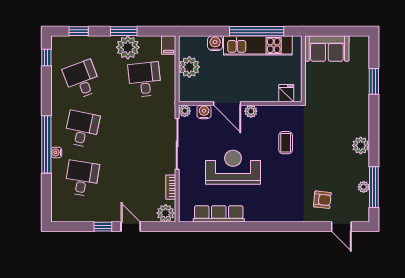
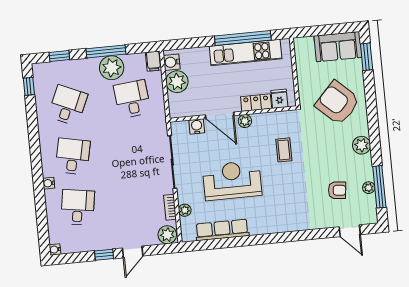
window: (124, 31) -> (106, 51), width x1.44
water cooler: (215, 43) -> (172, 62), moved, turned -90
sofa: (327, 49) -> (338, 47), moved
desk: (82, 79) -> (68, 105), turned 45
window: (374, 81) -> (367, 57), moved
locker: (263, 95) -> (256, 103), added
armchair: (342, 102) -> (338, 103), added
plant: (185, 111) -> (185, 210), moved
window: (46, 144) -> (38, 176), removed
armchair: (322, 200) -> (337, 190), moved
water cooler: (56, 217) -> (55, 250), added
door: (131, 227) -> (133, 252), swing flipped

